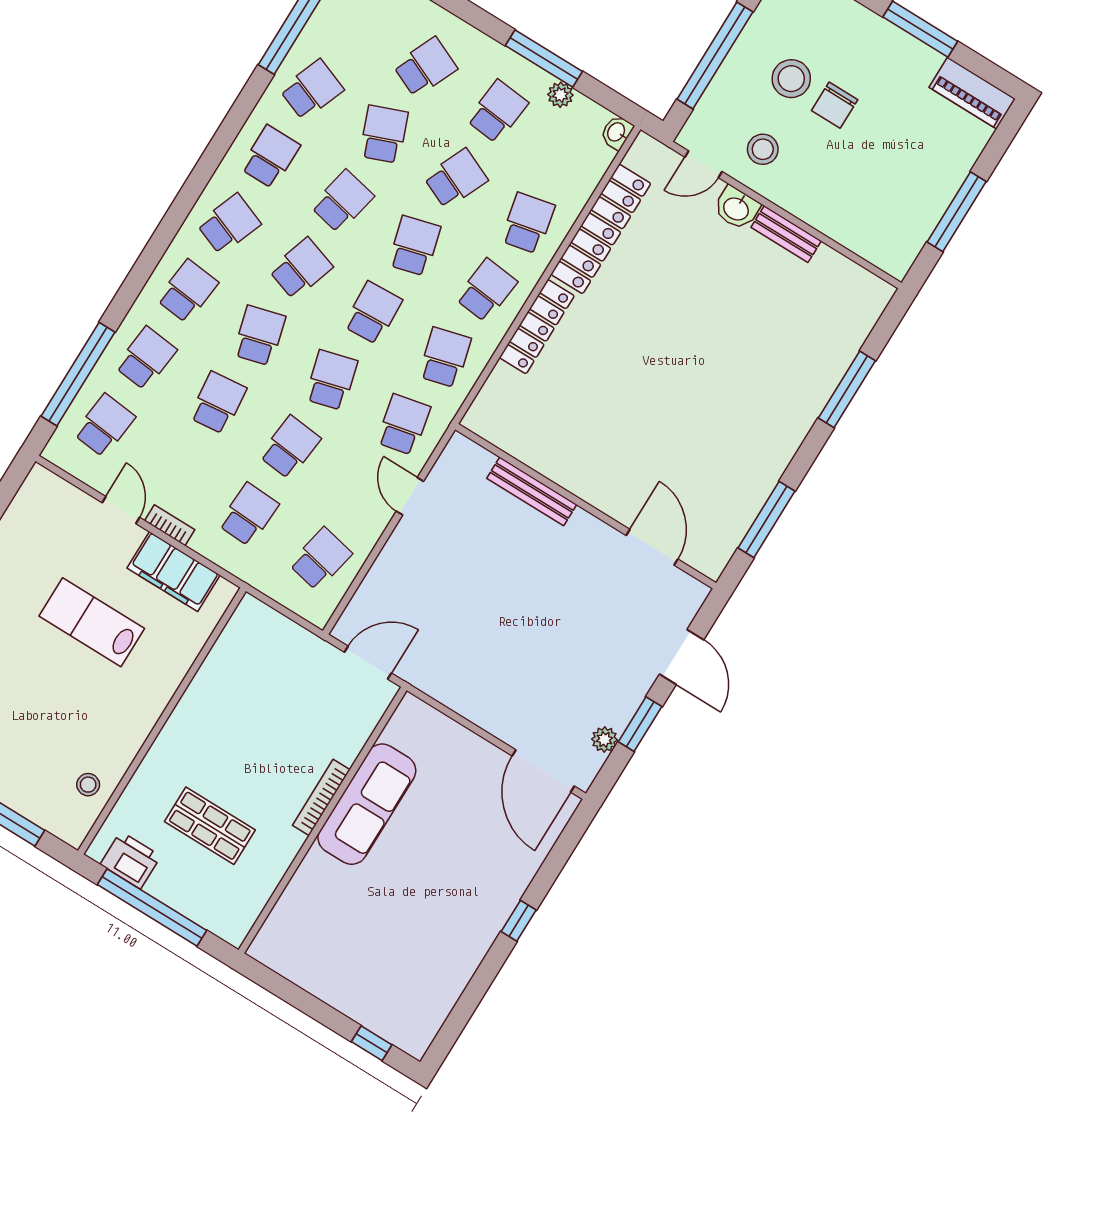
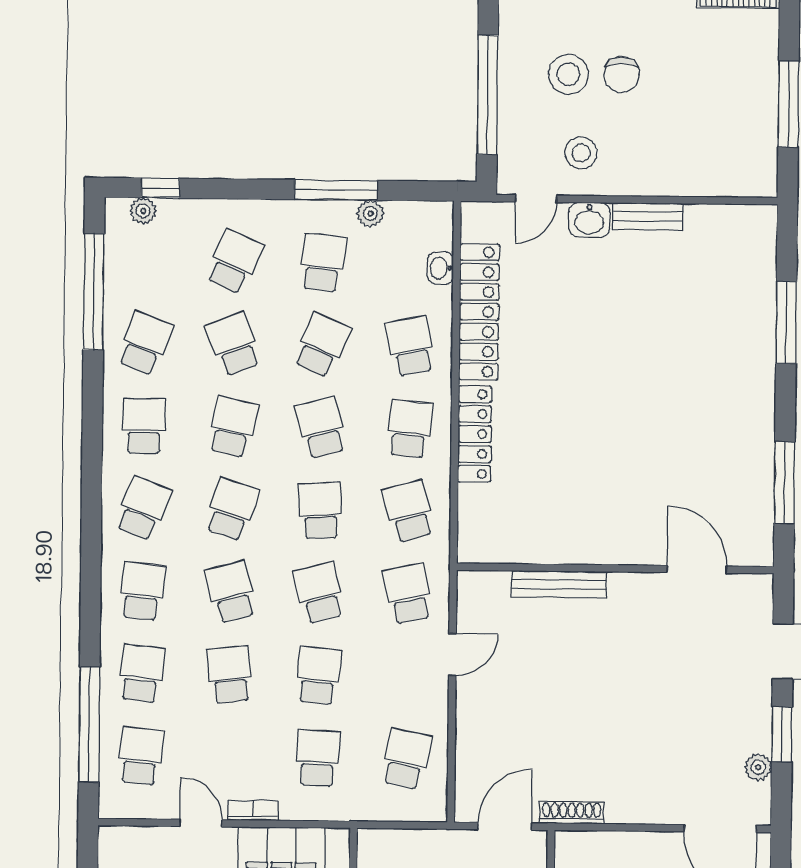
washbasin: (617, 132) -> (440, 268), moved
door: (410, 496) -> (452, 654), swing flipped
shoe rack: (429, 685) -> (572, 813), added

